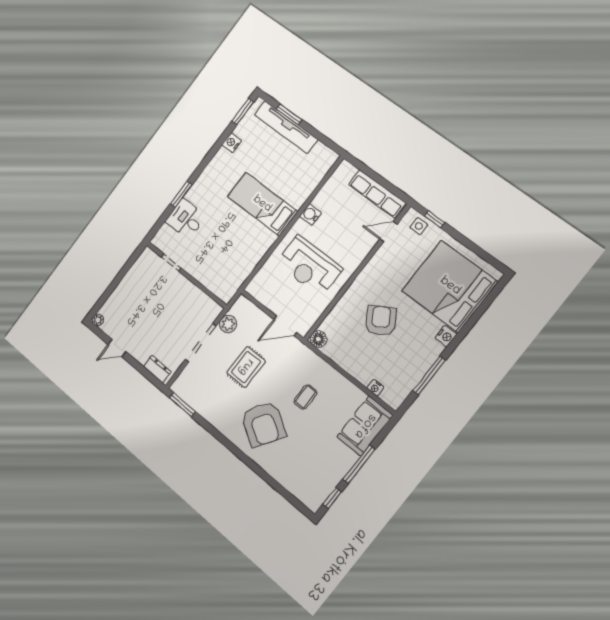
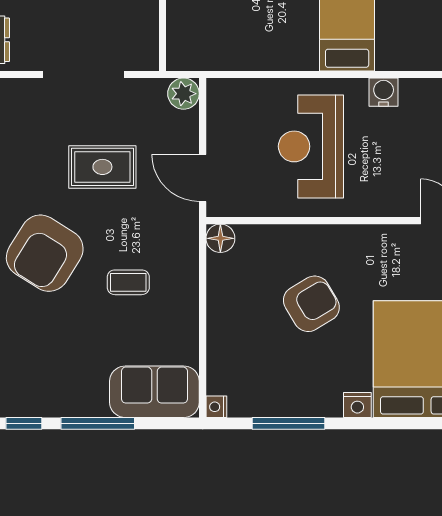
plant: (228, 324) -> (183, 94), moved
nightstand: (375, 388) -> (216, 407), moved

